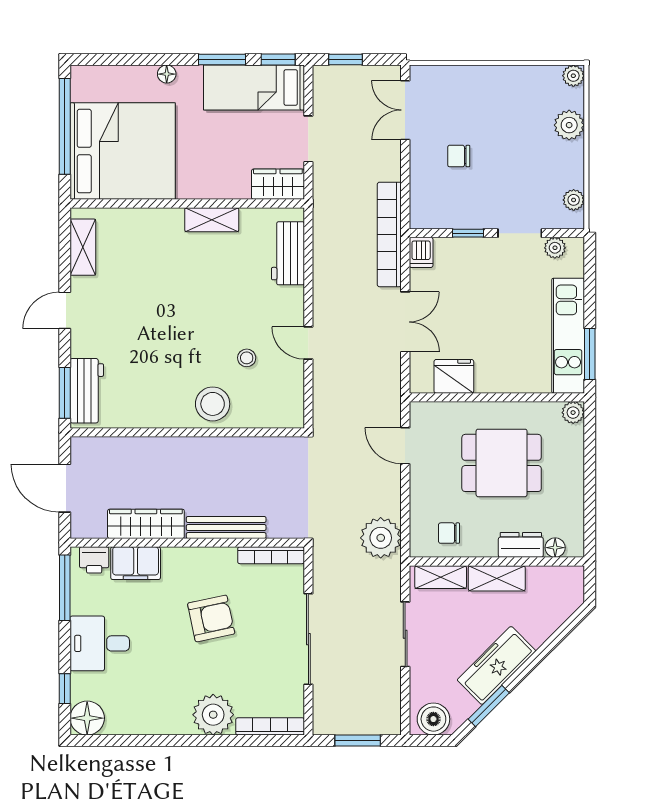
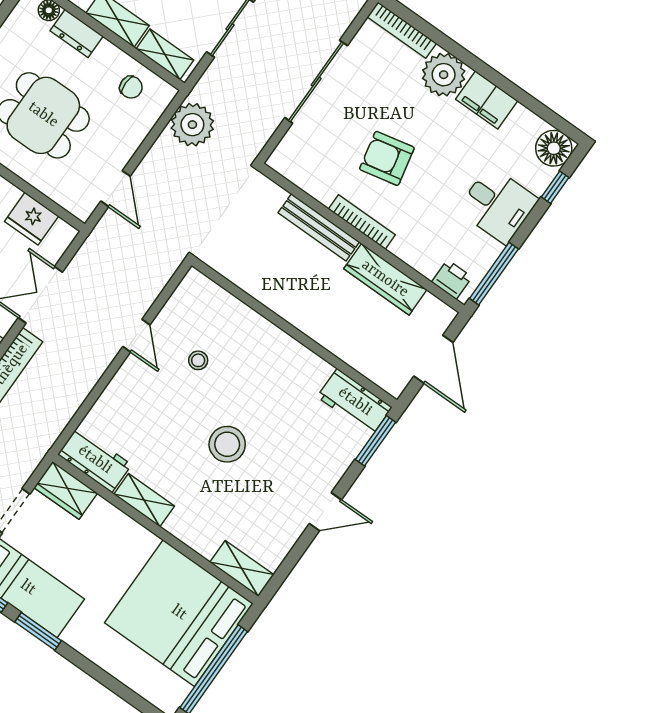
floor lamp: (167, 74) -> (94, 652), removed
shelving: (83, 247) -> (242, 568), moved, turned 90
workbench: (288, 253) -> (95, 460), moved, turned -90
workbench: (87, 391) -> (355, 402), moved, turned -90
stool: (213, 404) -> (227, 444), moved
bookcase: (271, 555) -> (362, 222), moved
filing cabinet: (136, 563) -> (487, 100), moved, turned 180

